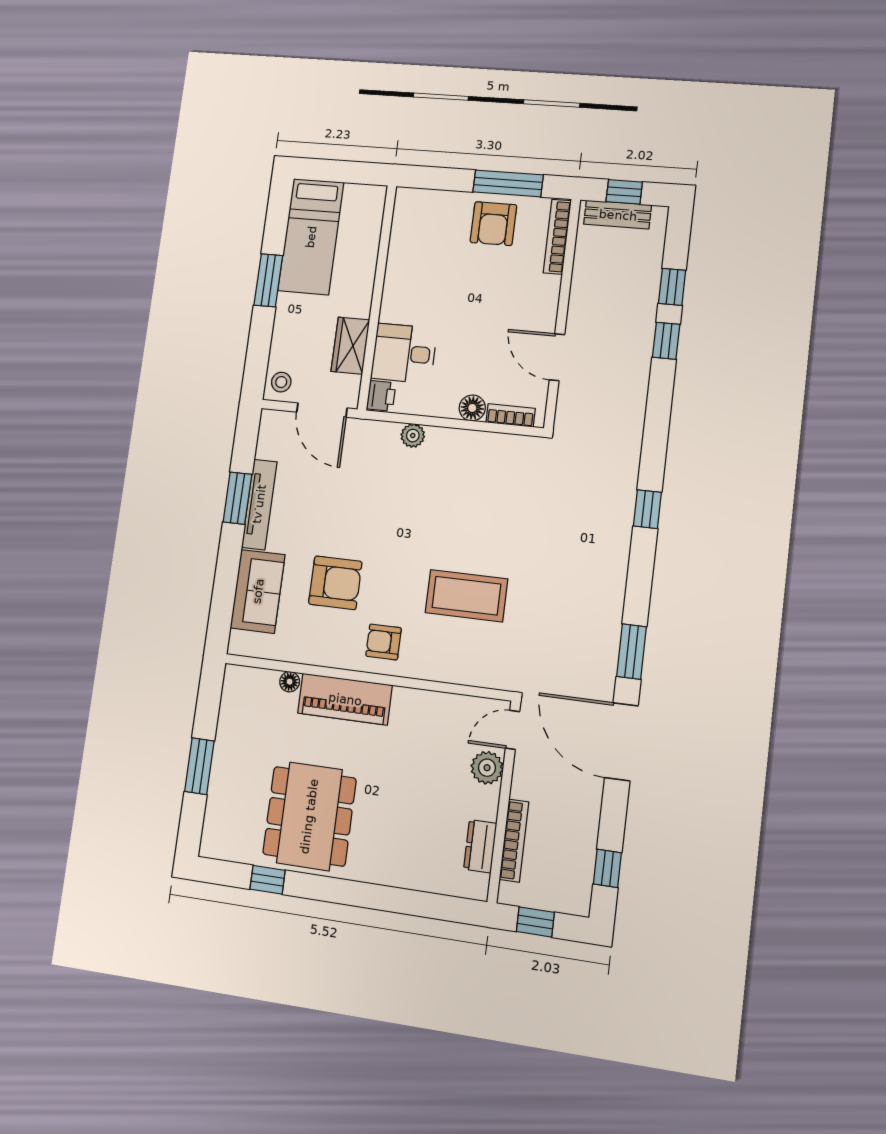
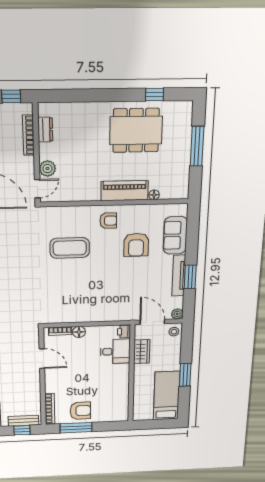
armchair: (493, 224) -> (80, 411), turned 90
plant: (413, 436) -> (177, 314), moved
armchair: (335, 583) -> (136, 245), turned -90
window: (199, 766) -> (197, 146), width x1.44
dining table: (309, 816) -> (136, 130), turned 90

